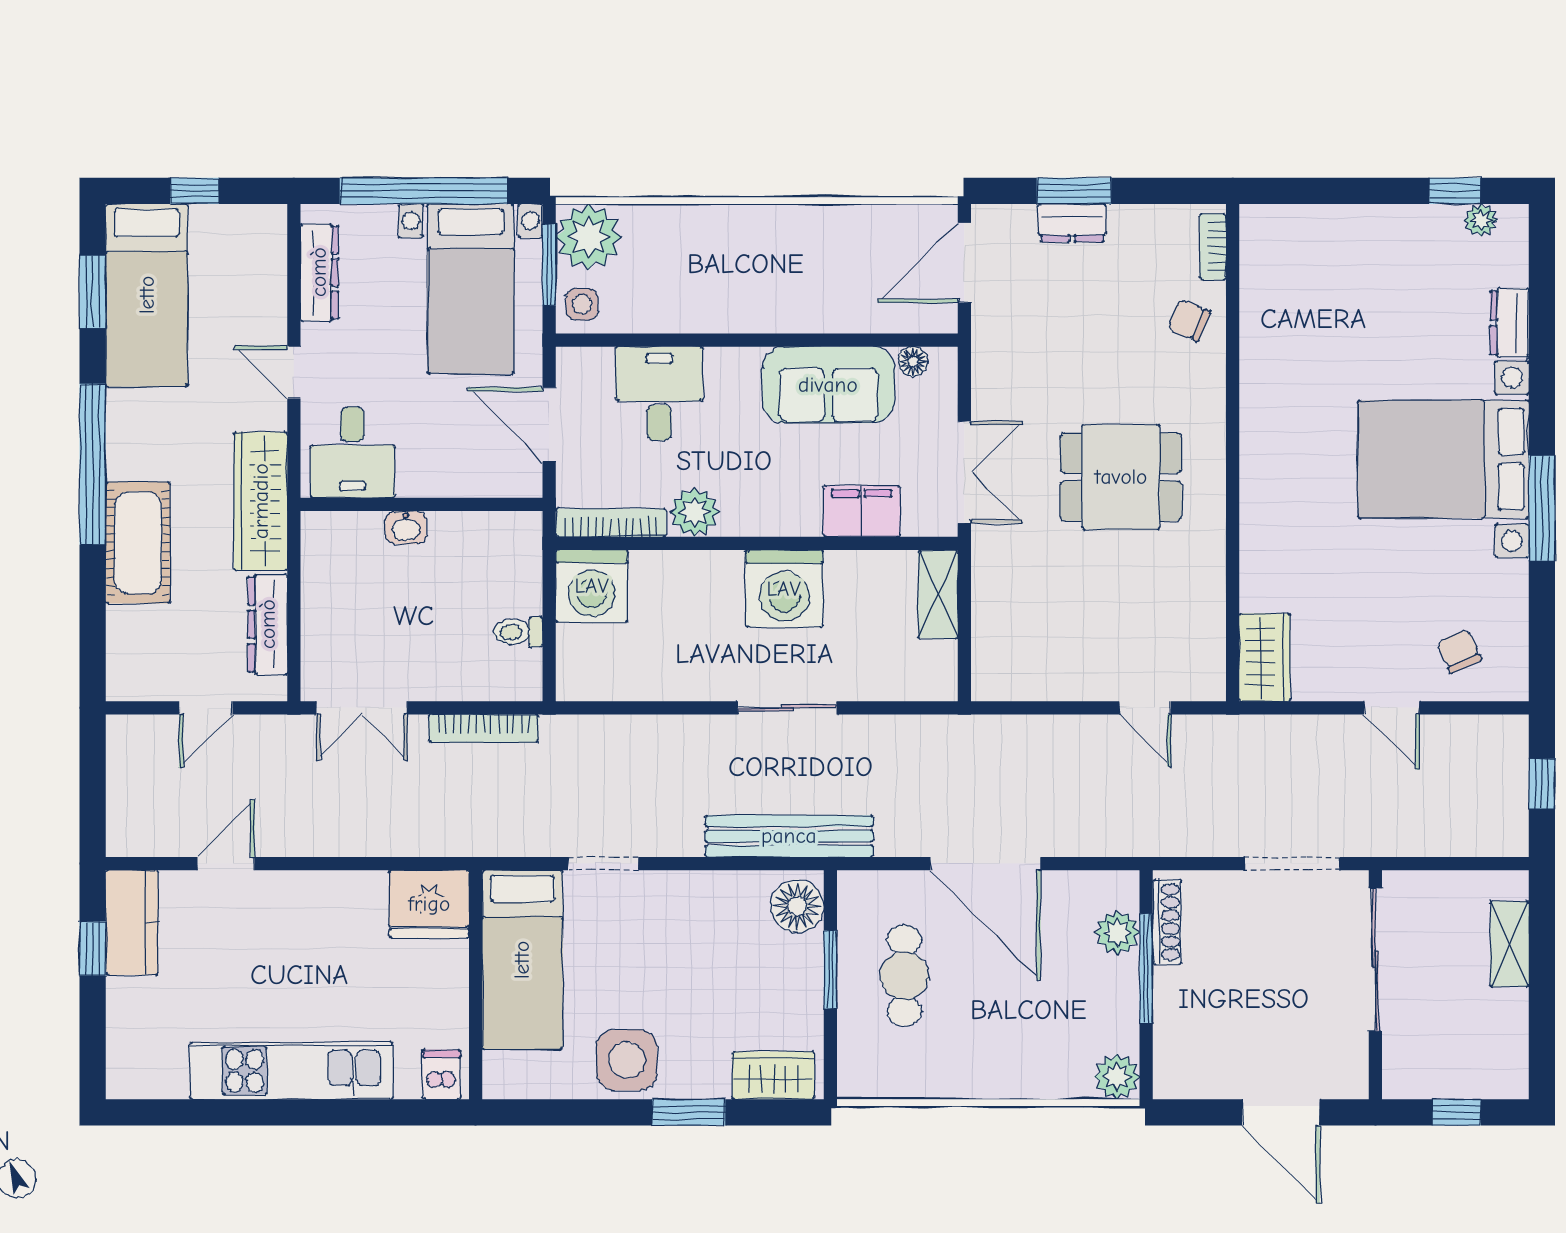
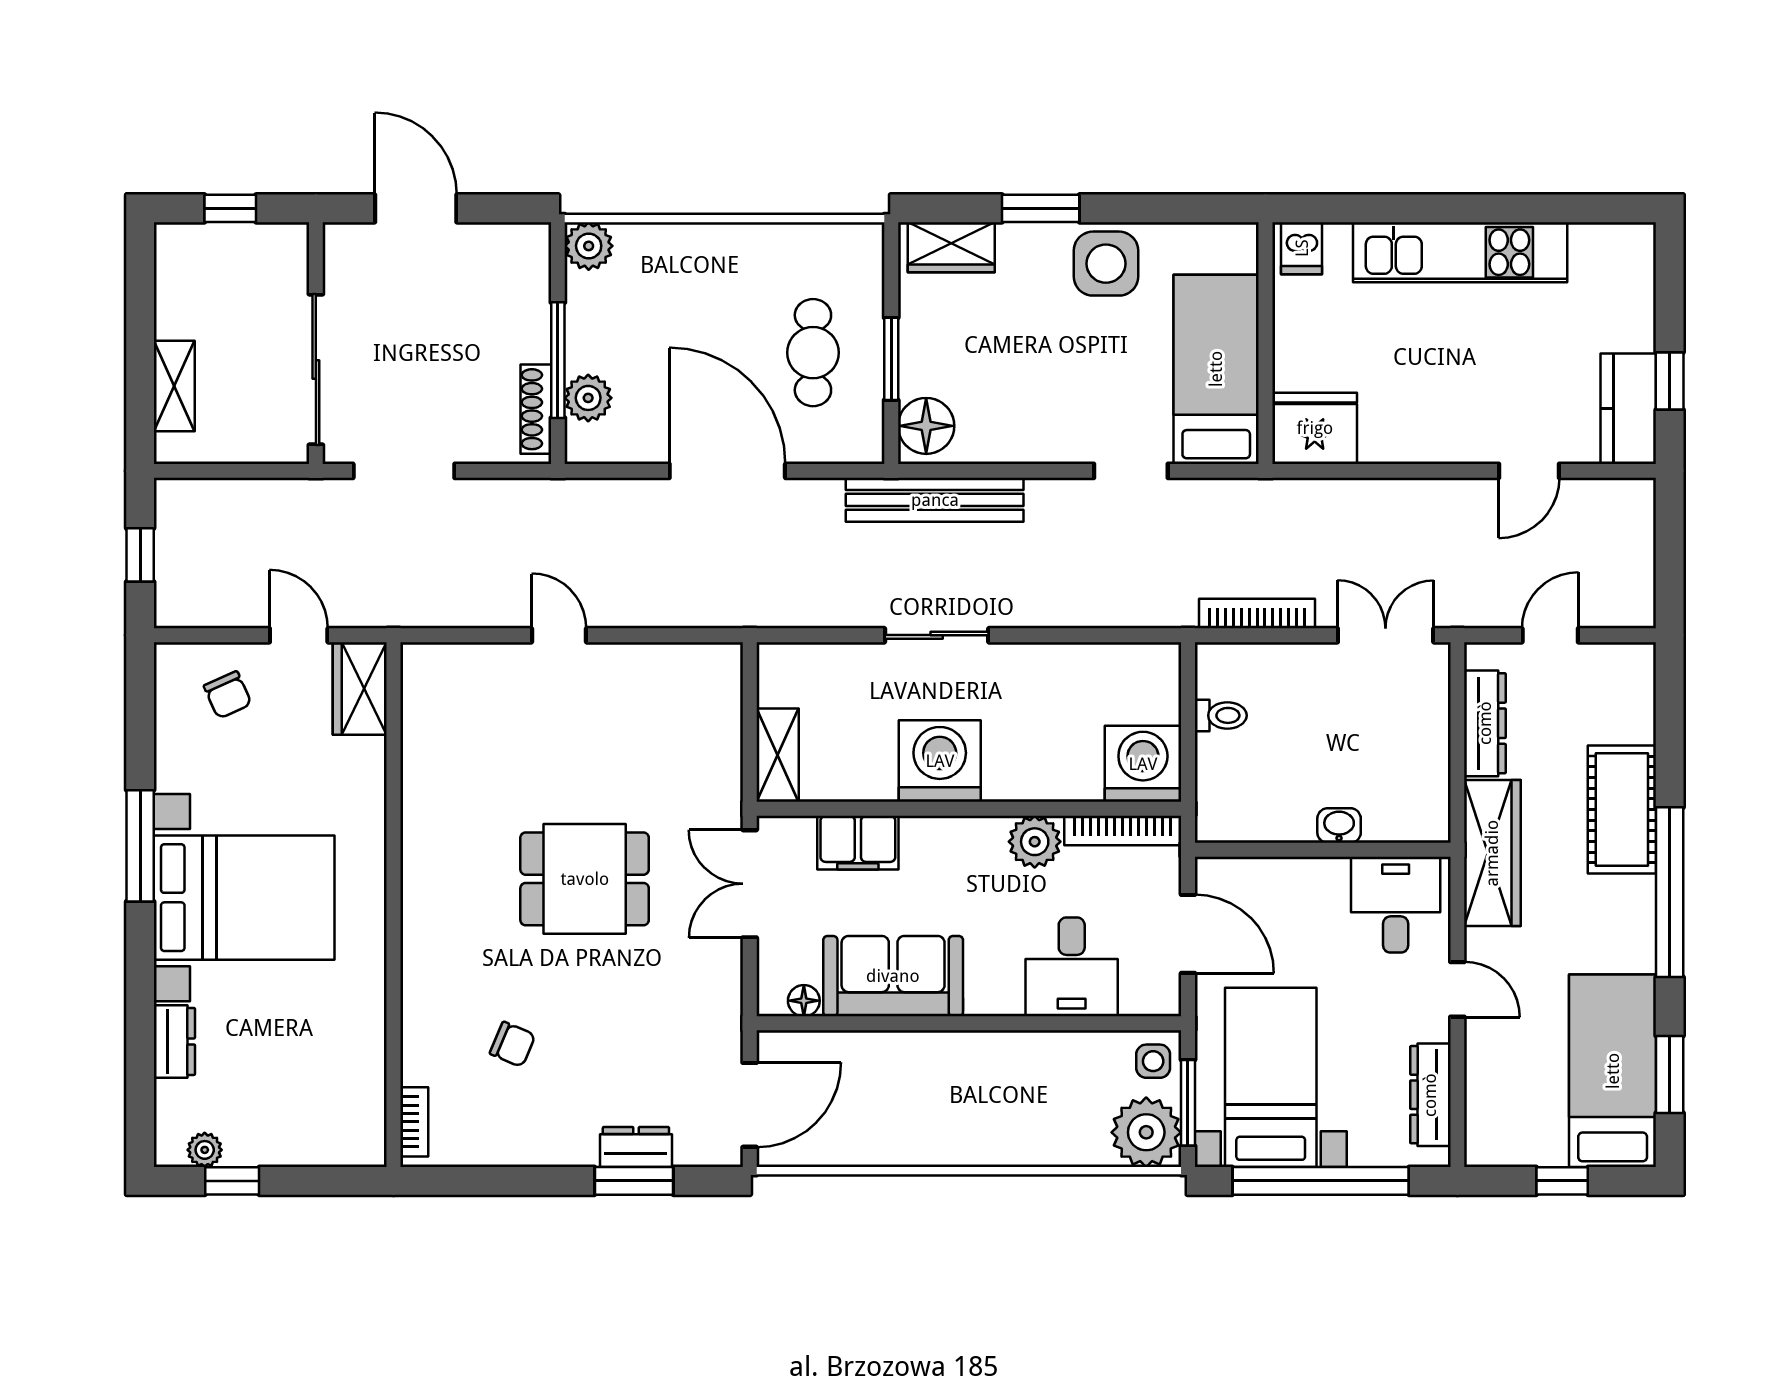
bookcase: (1213, 247) -> (414, 1122), moved
wall: (1233, 453) -> (394, 905), moved
wardrobe: (1265, 657) -> (360, 688), moved

